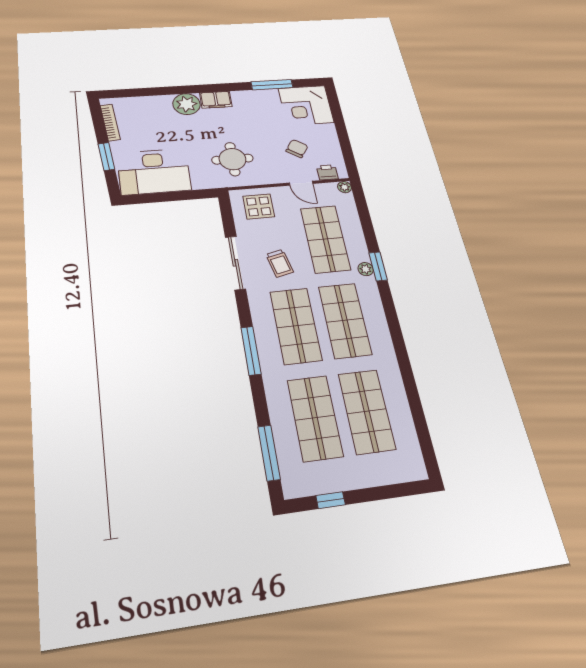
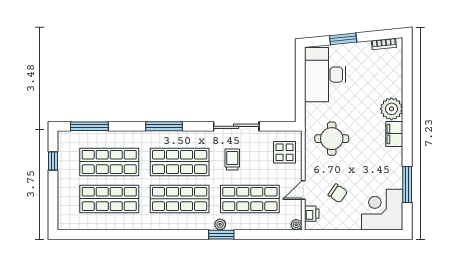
bookcase: (110, 122) -> (384, 44), width x0.64
trolley: (280, 263) -> (232, 160), turned 103

